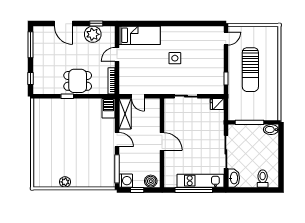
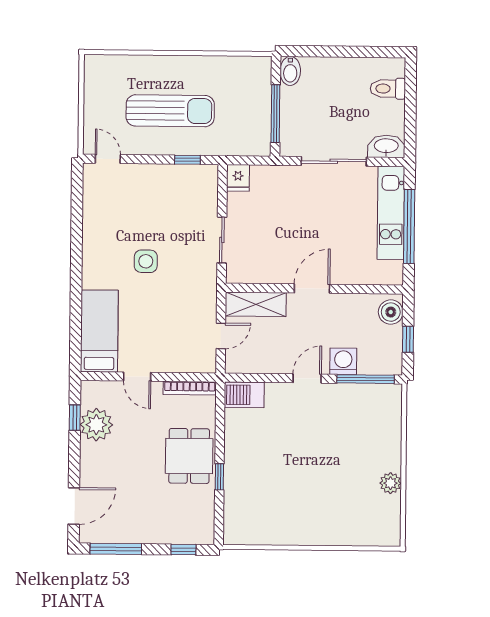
door: (64, 23) -> (74, 506), moved
shelving: (125, 114) -> (256, 304), moved
washing machine: (126, 181) -> (343, 361), moved

